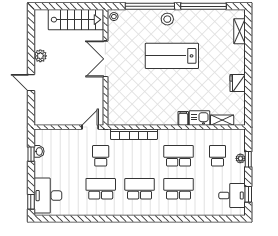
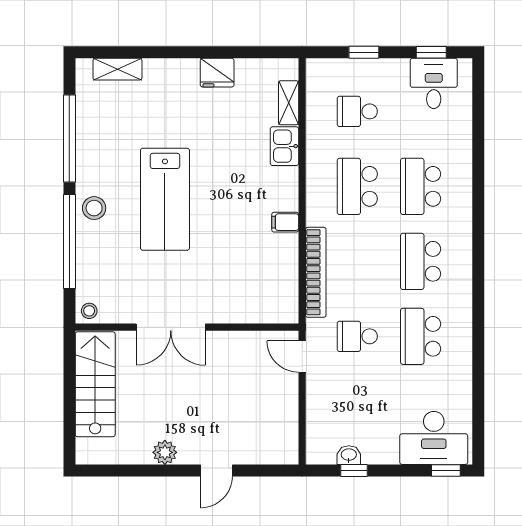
filing cabinet: (183, 118) -> (285, 222), moved
plant: (240, 158) -> (362, 67), removed

